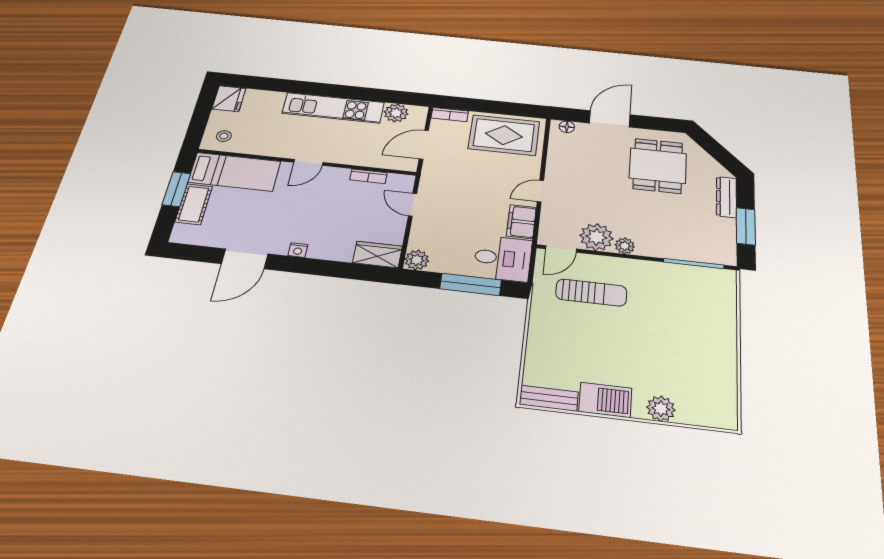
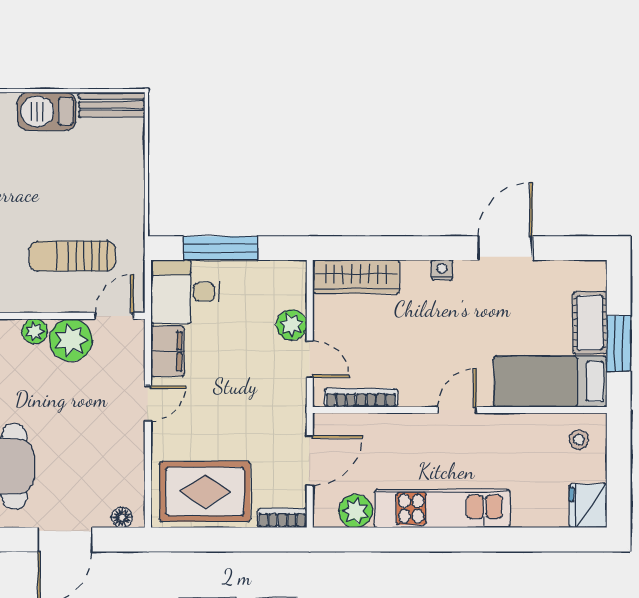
bookcase: (368, 176) -> (361, 398), width x1.56
wardrobe: (377, 255) -> (356, 277), width x1.50
plant: (417, 260) -> (292, 325), moved

